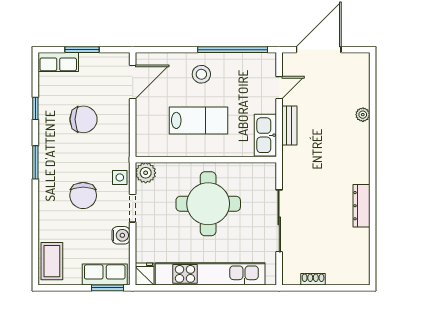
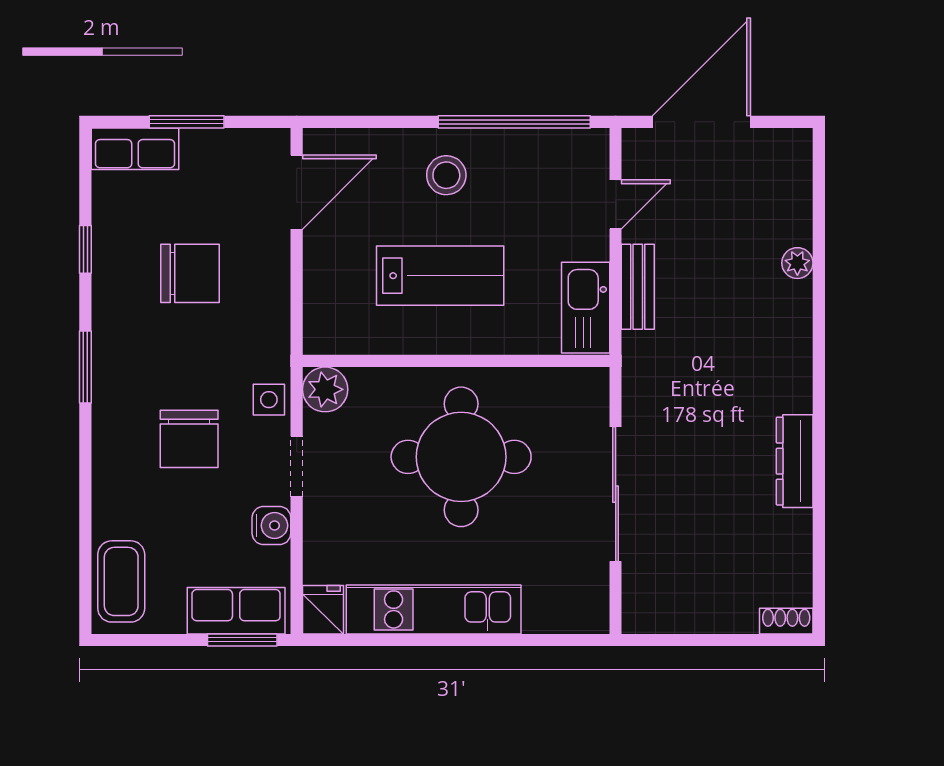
kitchen unit: (210, 274) -> (434, 609), width x0.73
shoe rack: (313, 279) -> (786, 621), moved

